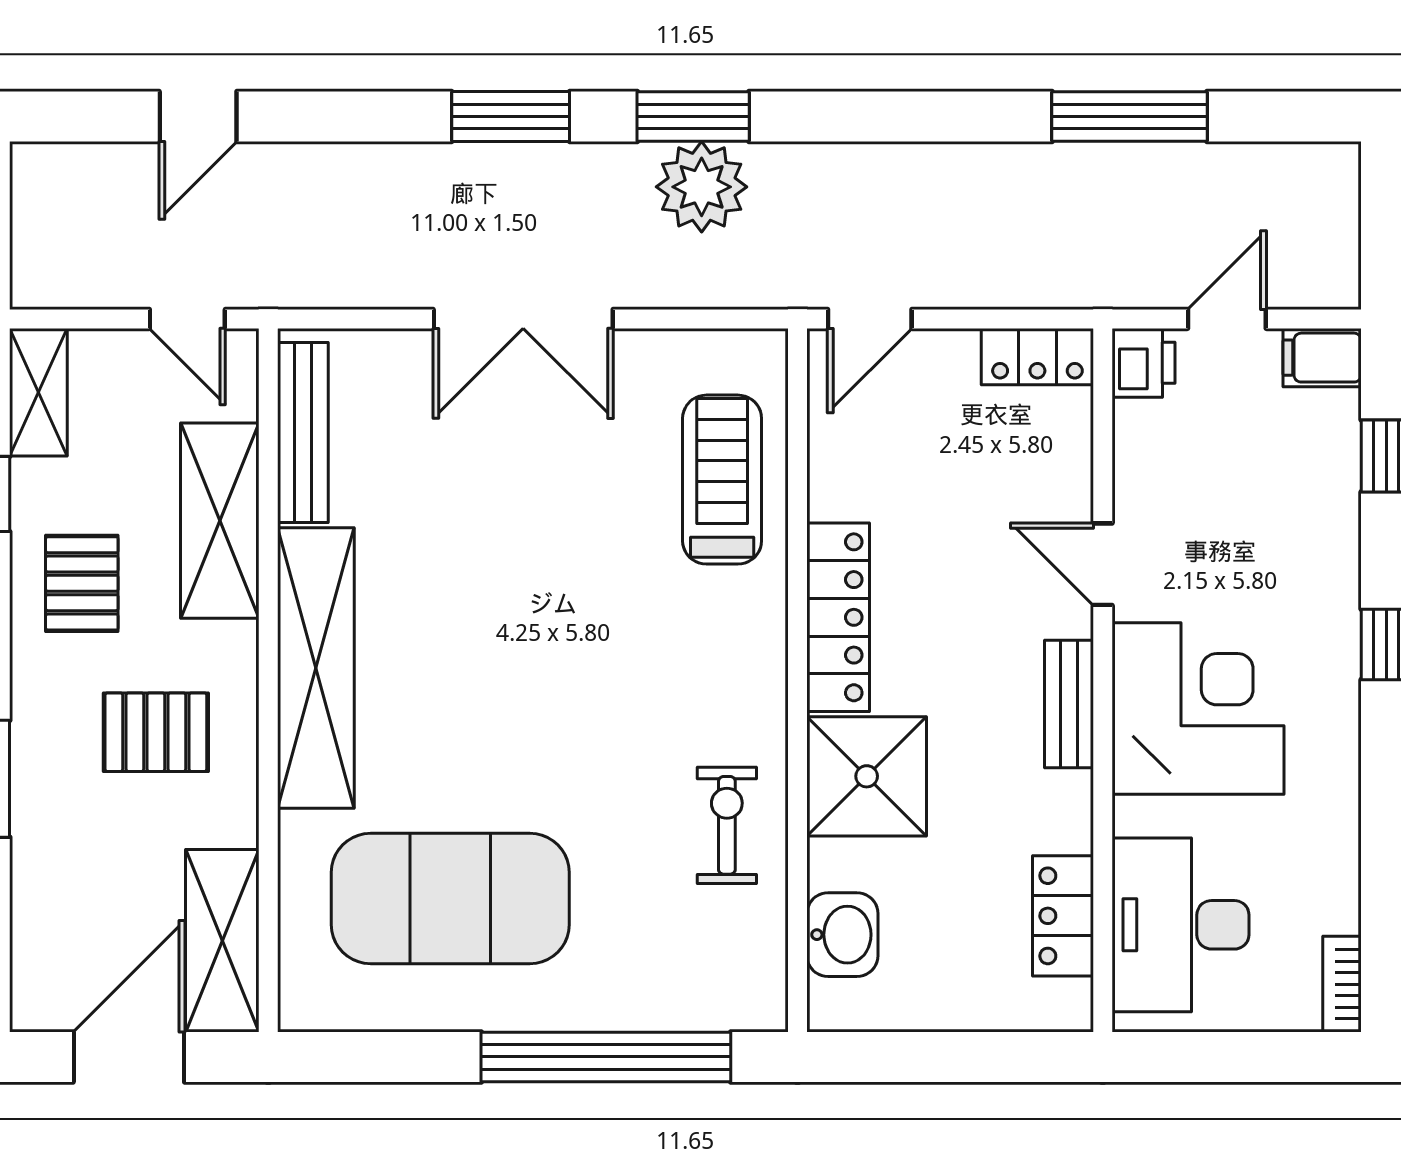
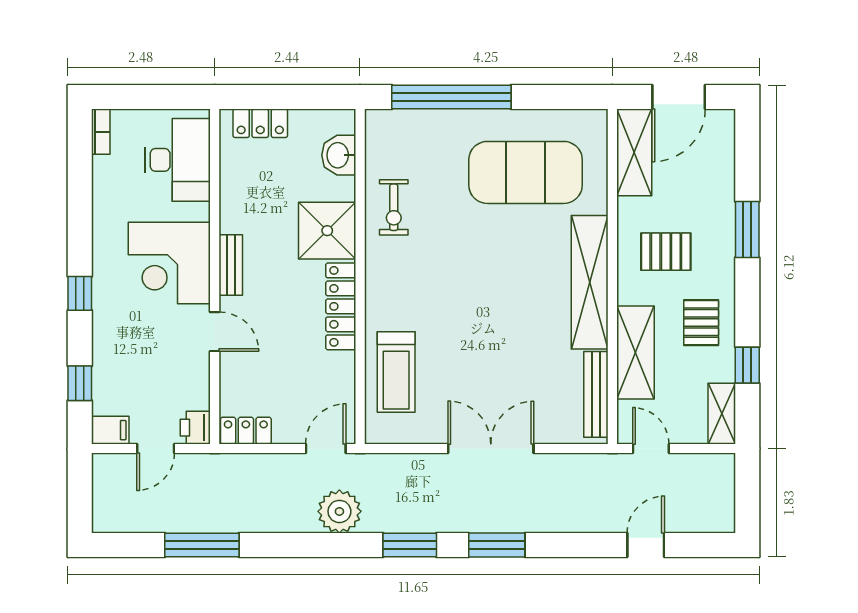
plant: (702, 187) -> (339, 511), moved
locker: (1063, 916) -> (260, 123), moved, turned 90

